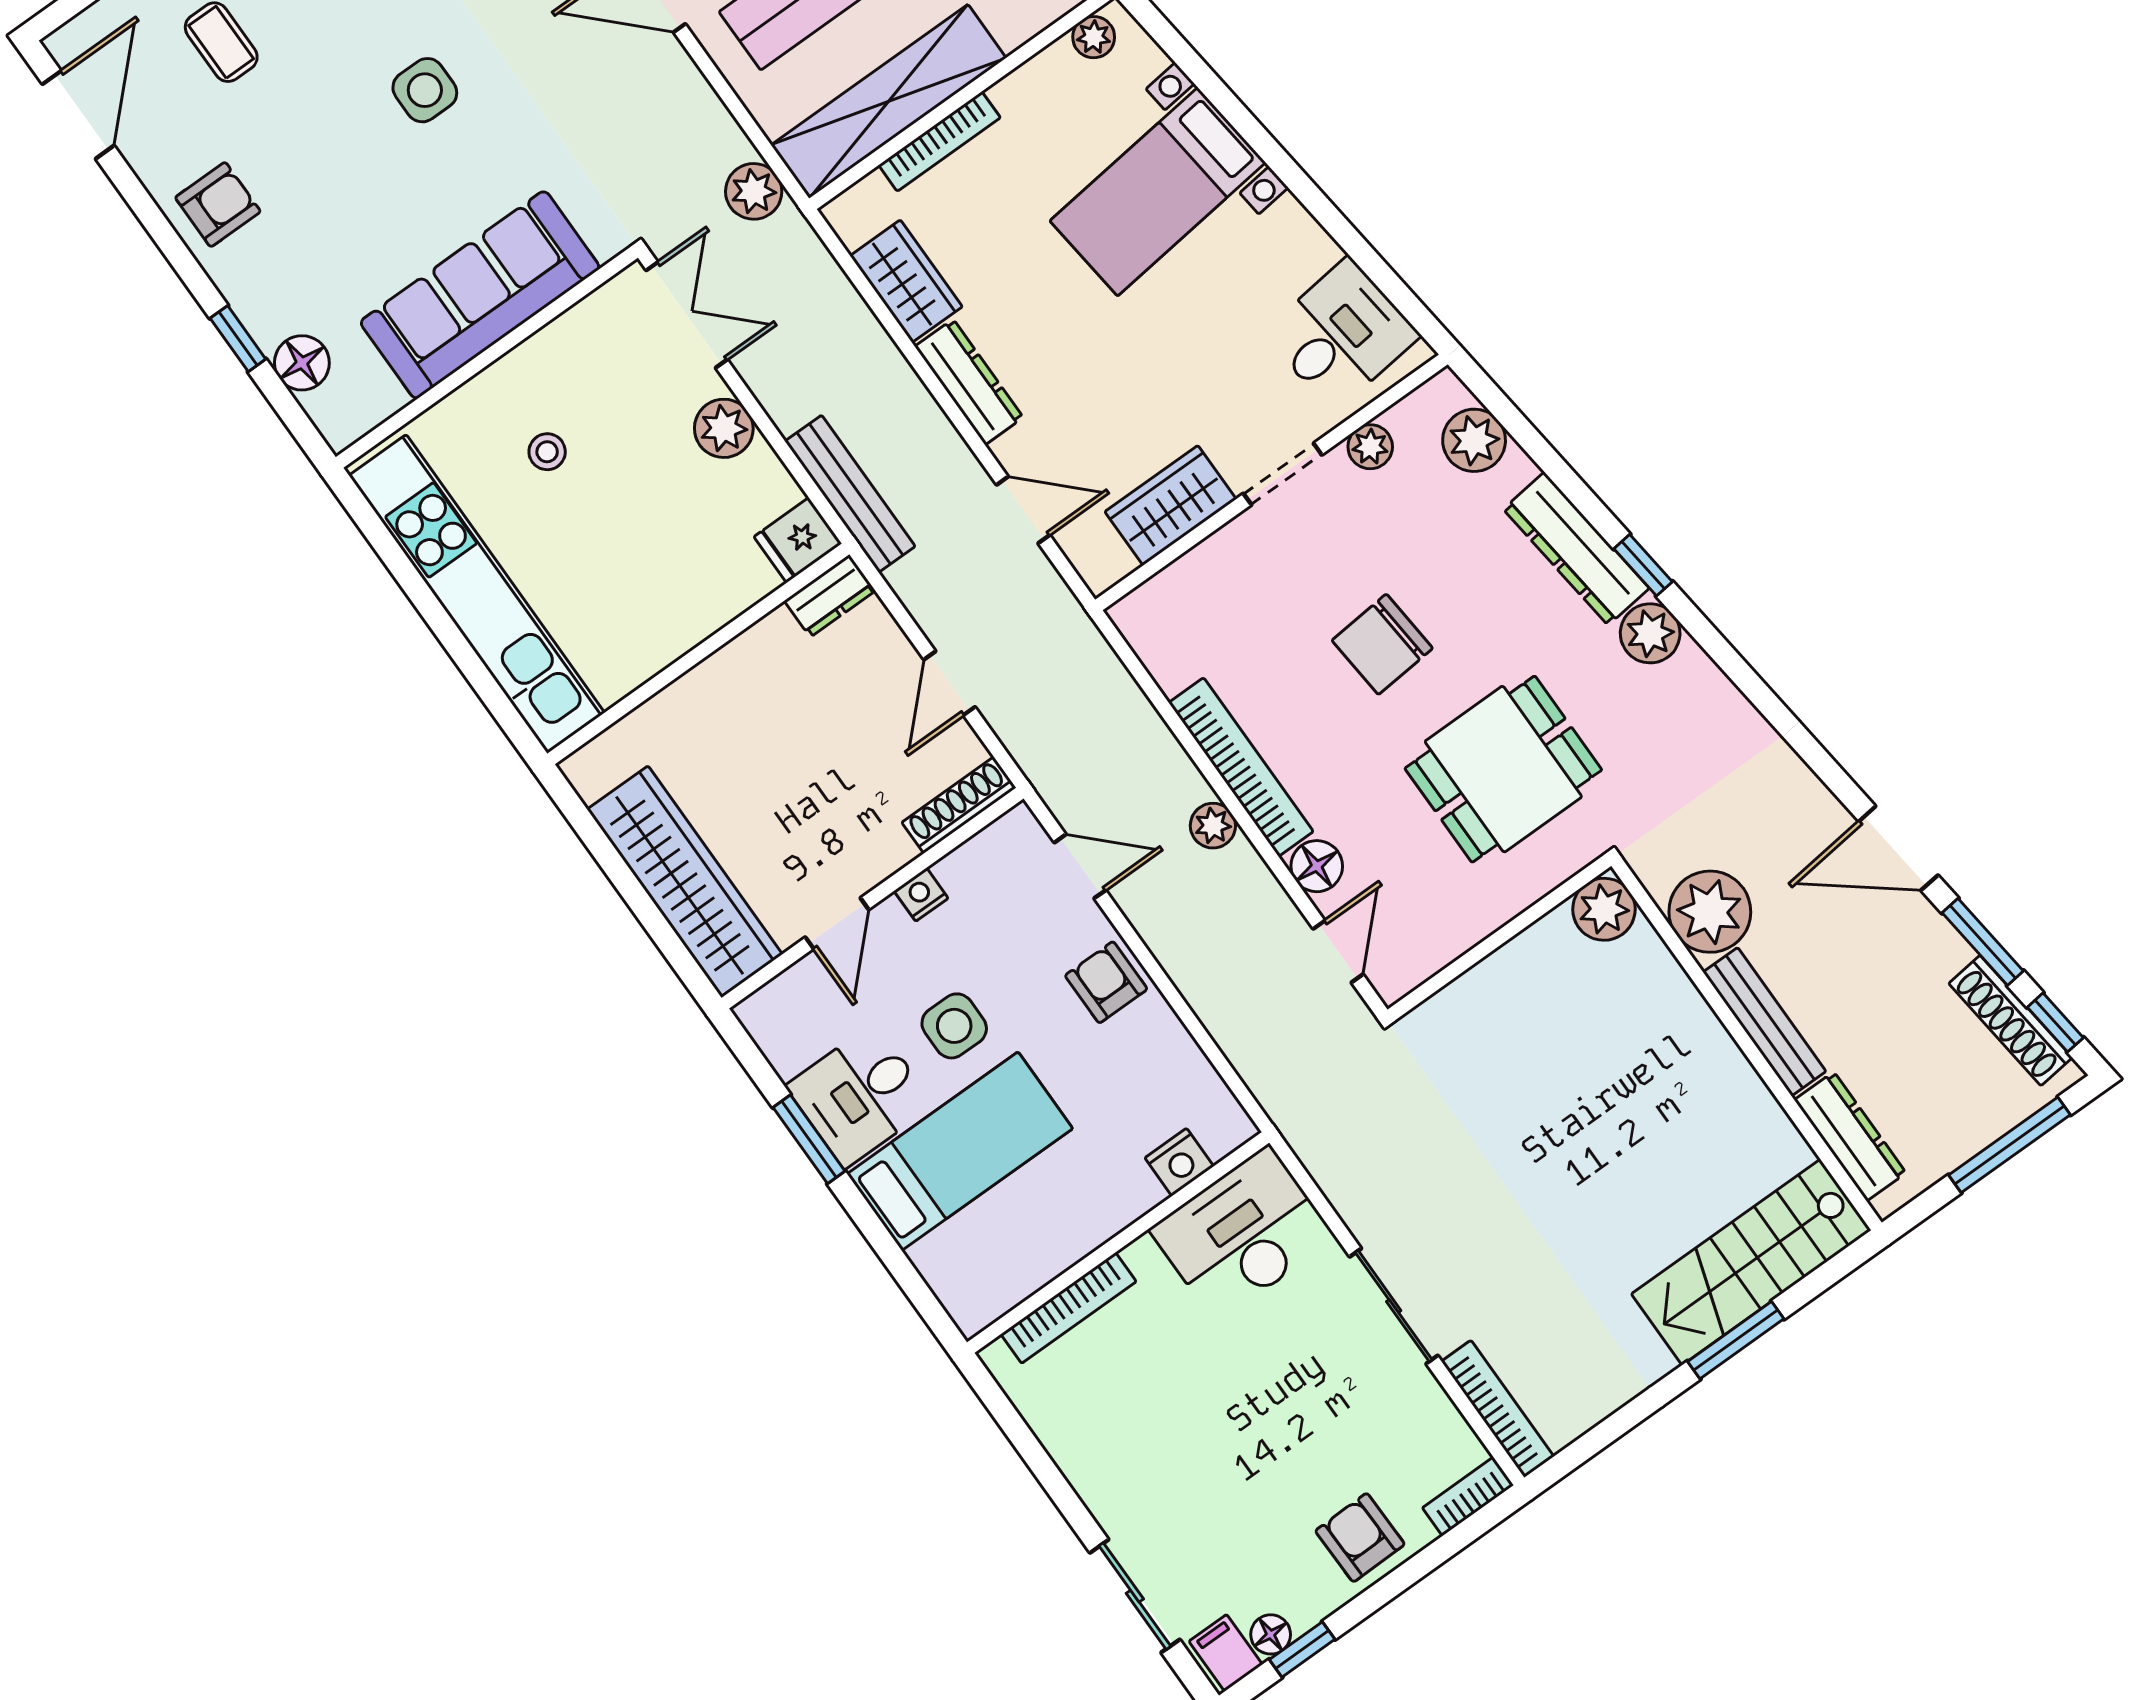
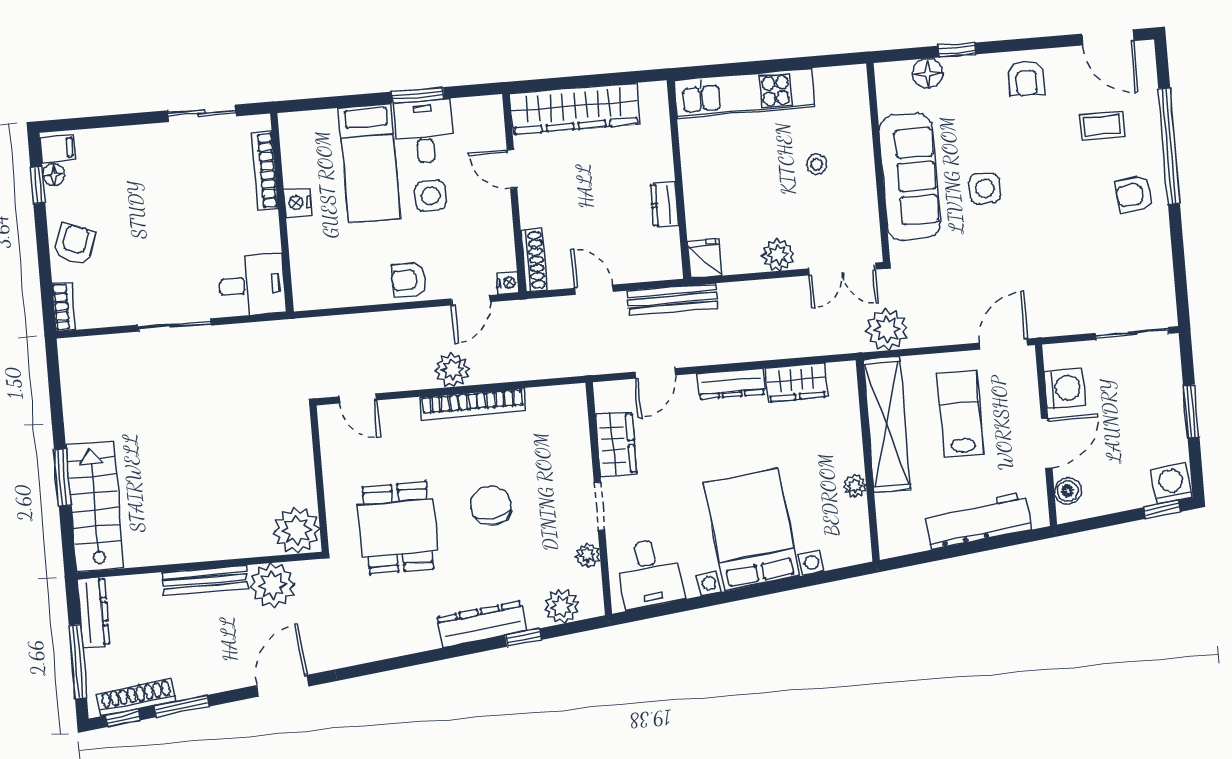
plant: (1094, 37) -> (855, 486), moved
side table: (425, 90) -> (985, 188), moved
bookcase: (940, 141) -> (853, 437), removed
plant: (754, 191) -> (887, 329), width x1.36, depth x1.36
bed with nightstands: (1158, 192) -> (752, 530), width x1.36
bench: (850, 494) -> (672, 299), moved
window: (1643, 565) -> (523, 638), moved
kitchen unit: (477, 594) -> (744, 93), width x0.73
dresser: (830, 596) -> (665, 204), moved
plant: (1650, 633) -> (421, 635), removed
plant: (1213, 826) -> (452, 370), width x1.38, depth x1.38
door: (1898, 848) -> (283, 686), moved
floor lamp: (1317, 866) -> (404, 412), removed
nightstand: (921, 895) -> (508, 282), moved
plant: (1604, 909) -> (297, 530), width x1.36, depth x1.36
armchair: (1106, 982) -> (409, 280), turned 180
dresser: (1850, 1136) -> (93, 613), moved, turned -90
nightstand: (1179, 1162) -> (298, 202), moved
desk: (1243, 1234) -> (252, 285), width x0.73
bookcase: (1498, 1409) -> (97, 345), removed
armchair: (1360, 1538) -> (74, 244), turned -69
sliding door: (1135, 1596) -> (202, 113), moved

